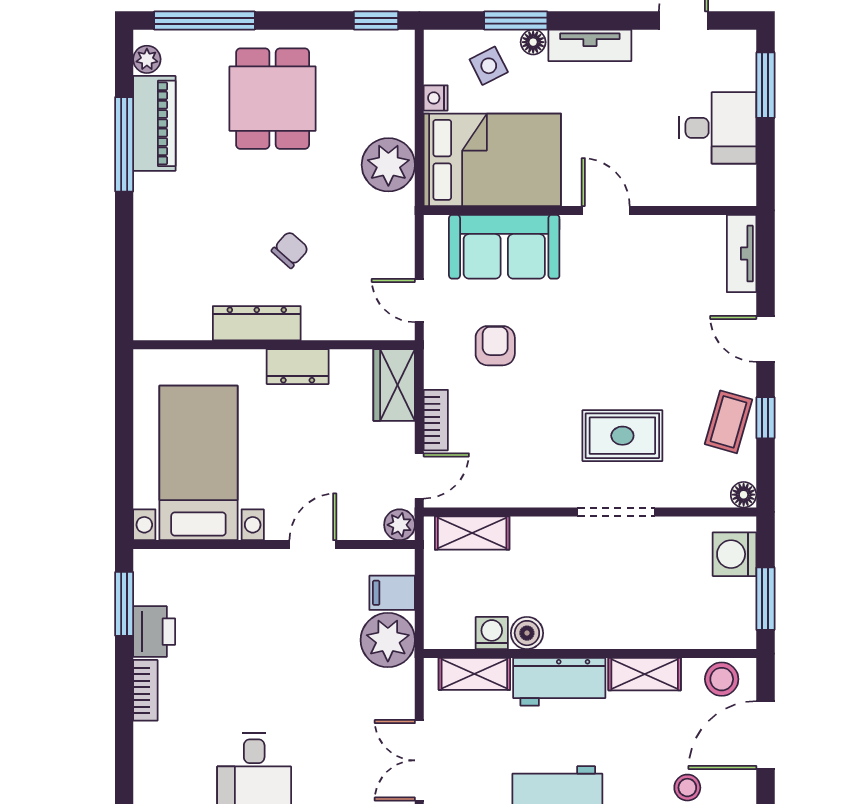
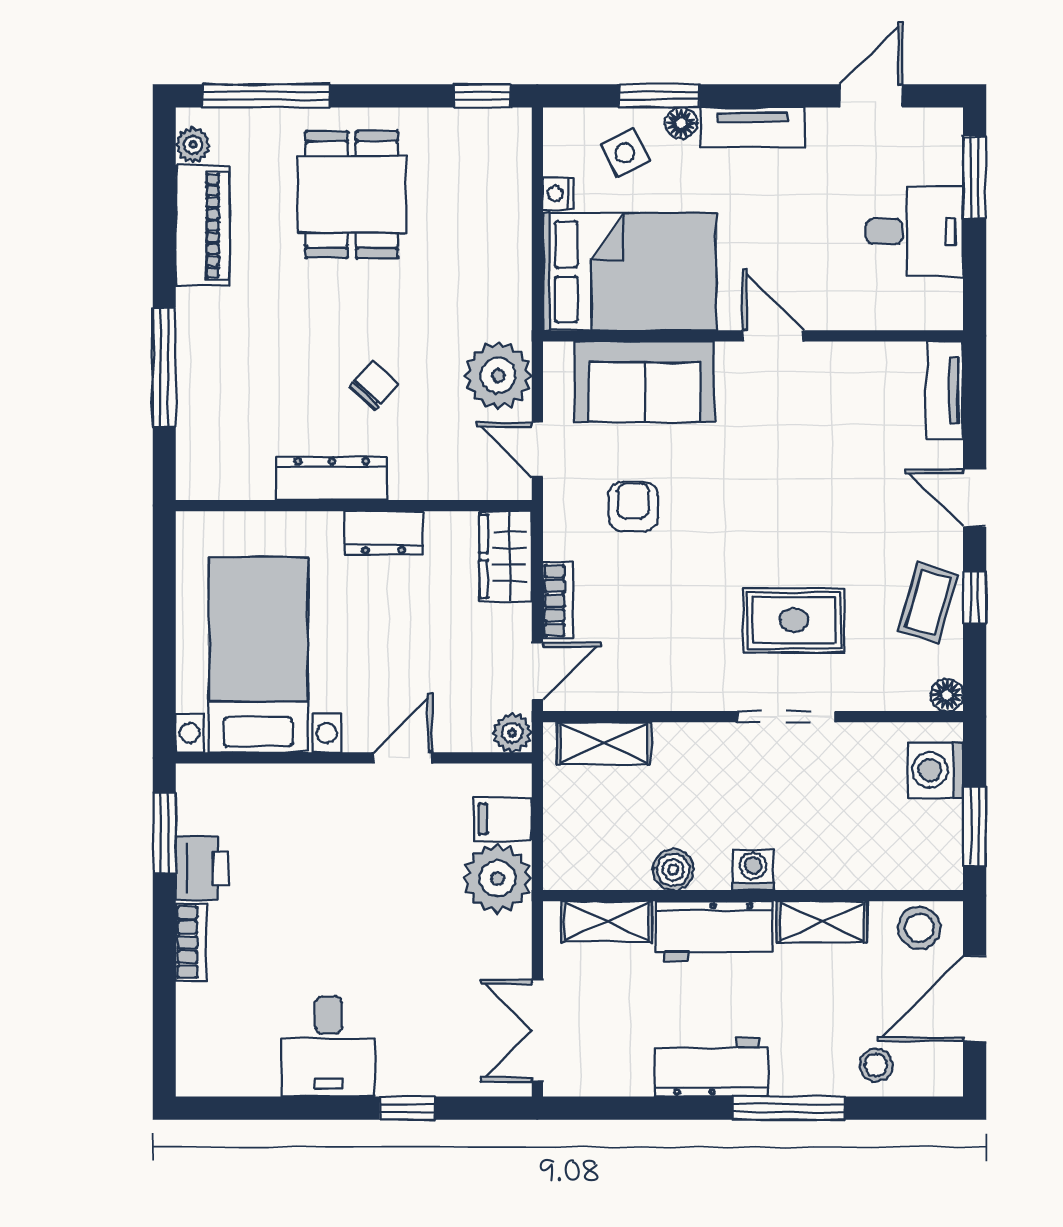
window: (124, 144) -> (164, 367), moved
plant: (388, 165) -> (498, 376), moved
washing machine: (492, 633) -> (753, 870), moved

